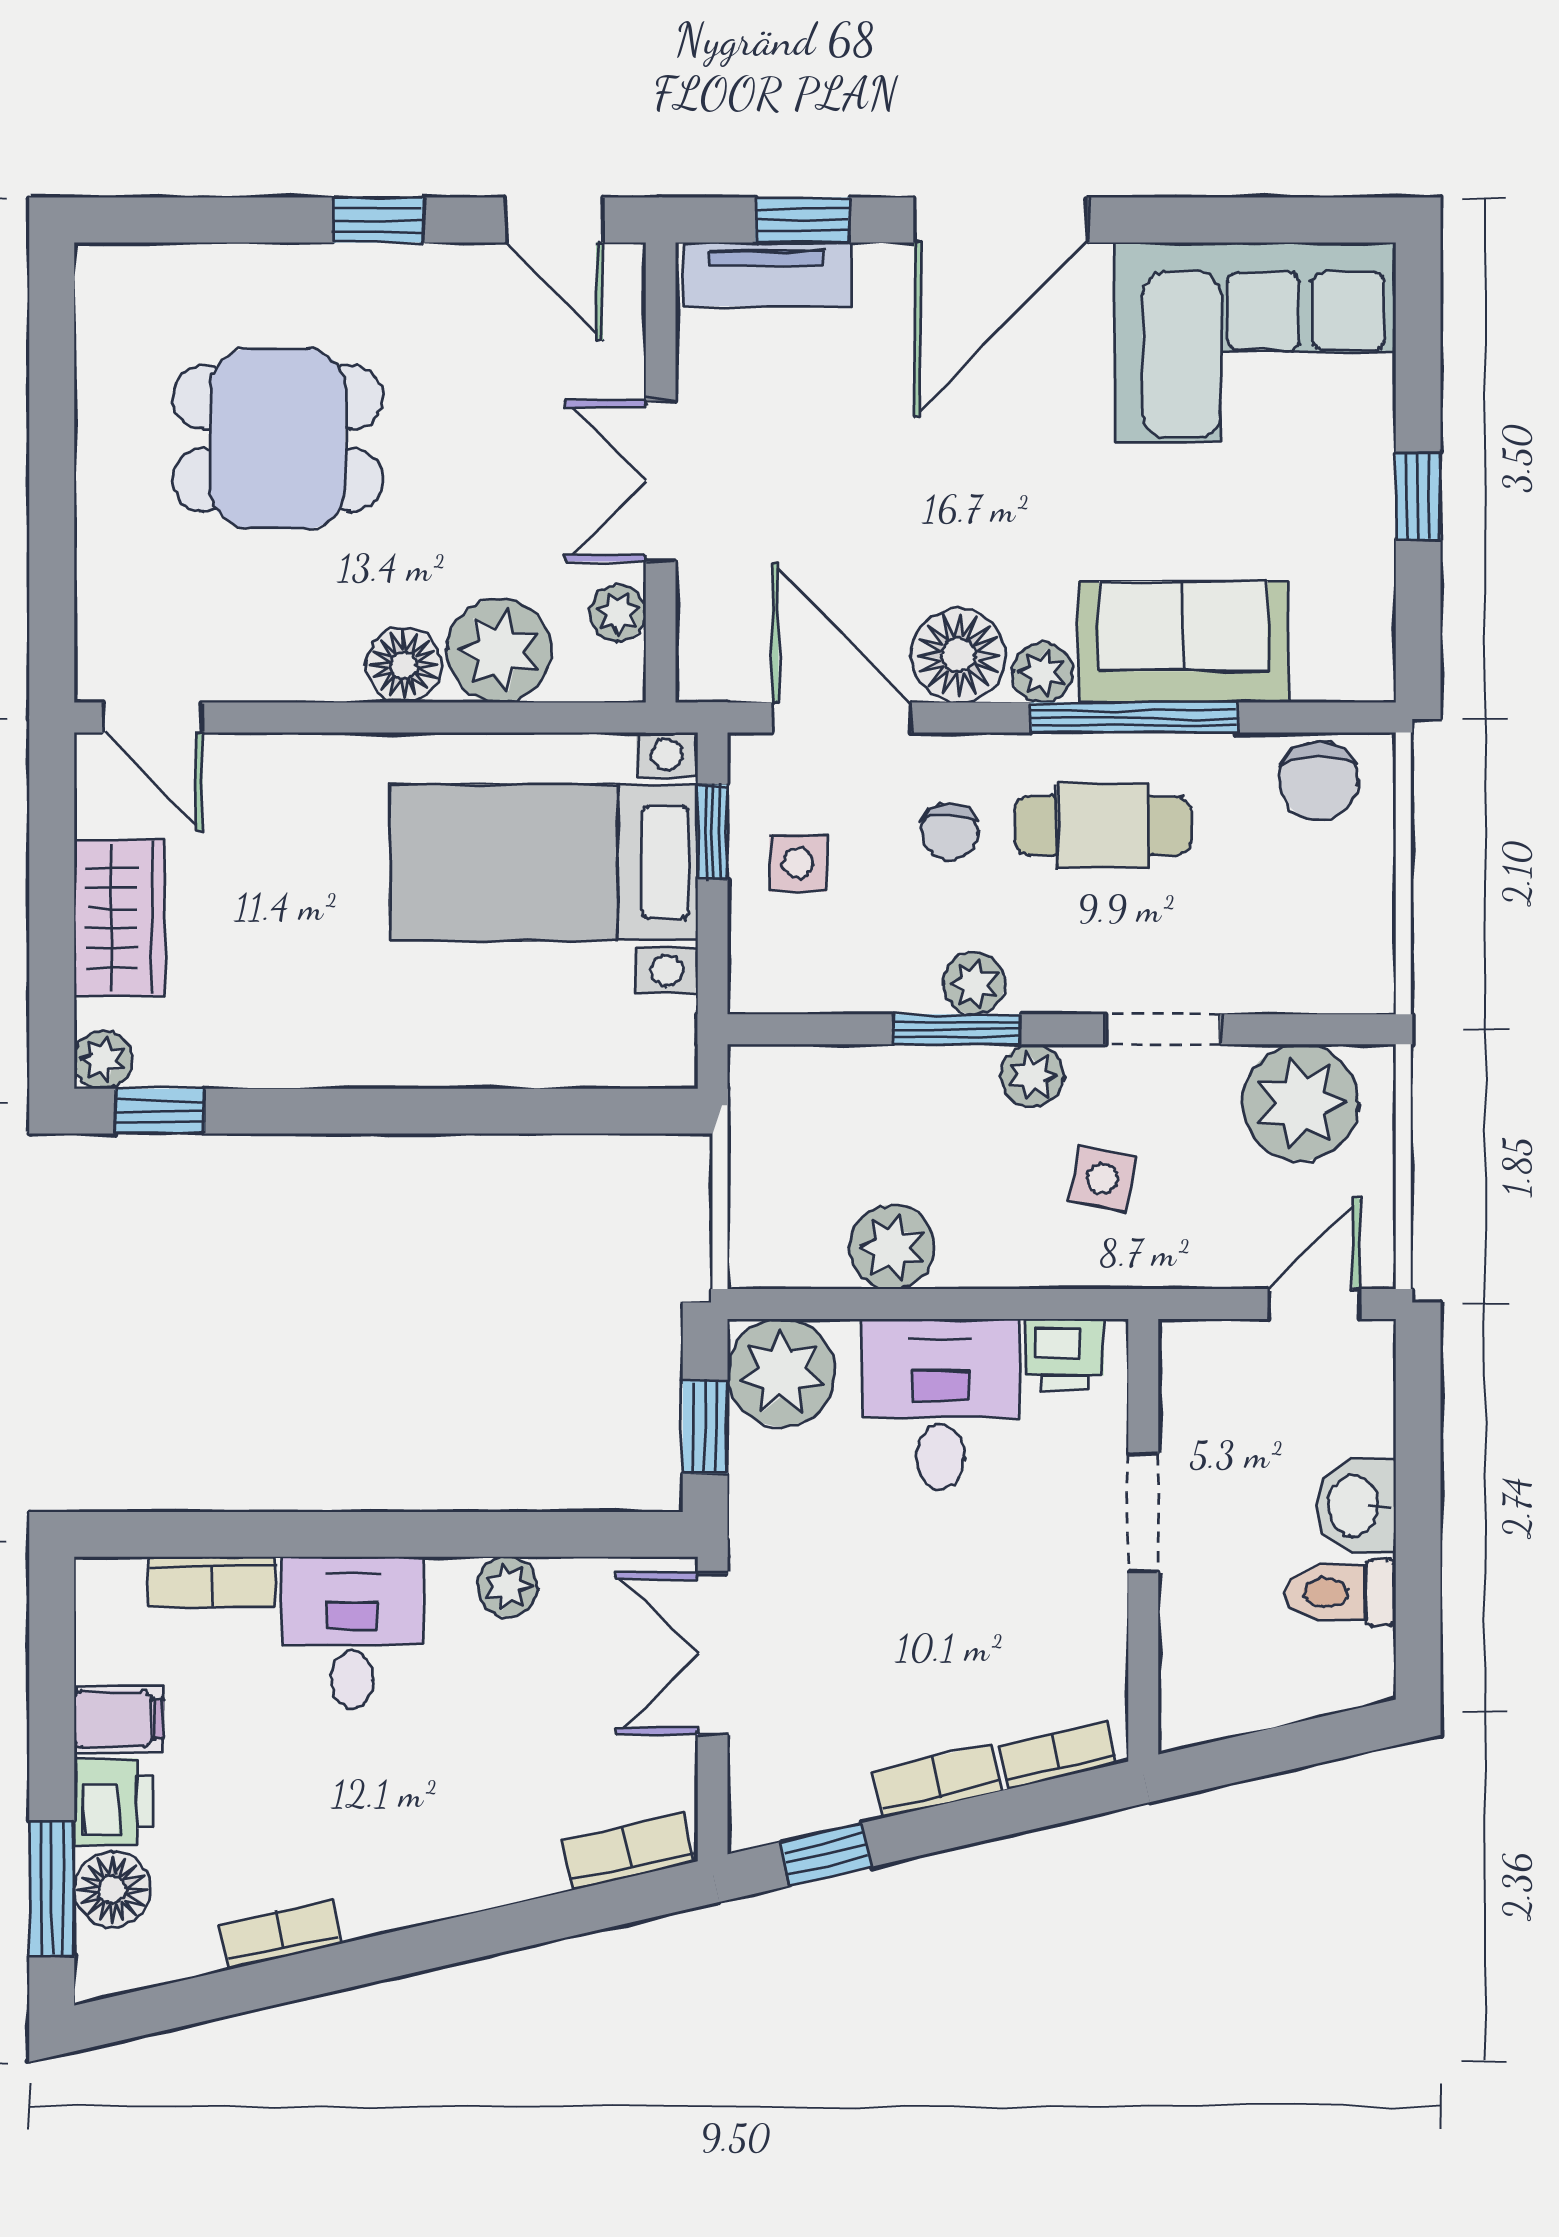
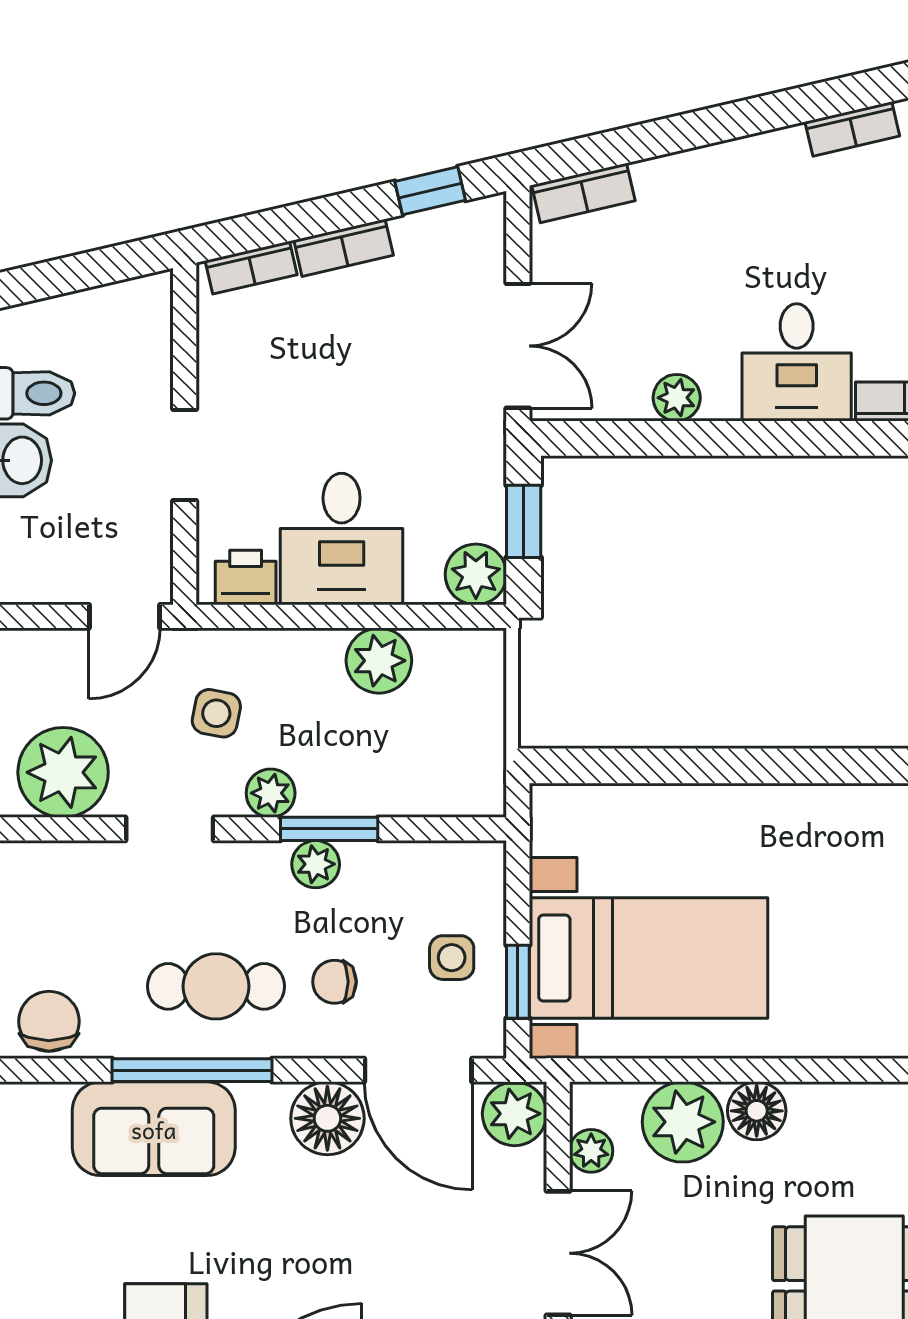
plant: (1042, 673) -> (515, 1114), moved, width x1.38, depth x1.38
chair: (950, 832) -> (335, 982), turned -90
door: (1313, 1304) -> (124, 616), moved
plant: (781, 1373) -> (476, 574), width x0.73, depth x0.73

